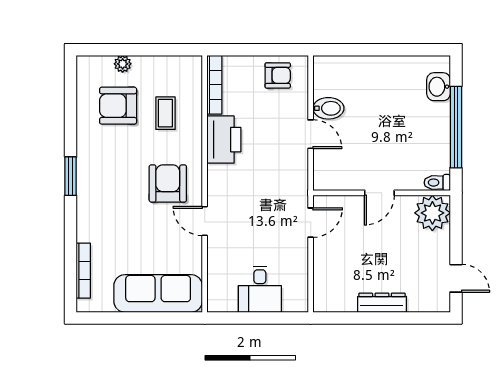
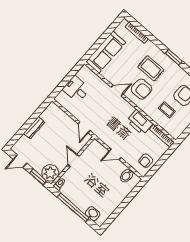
bidet: (328, 108) -> (127, 175), moved
rug: (121, 198) -> (151, 68), added
window: (456, 227) -> (38, 177), added

